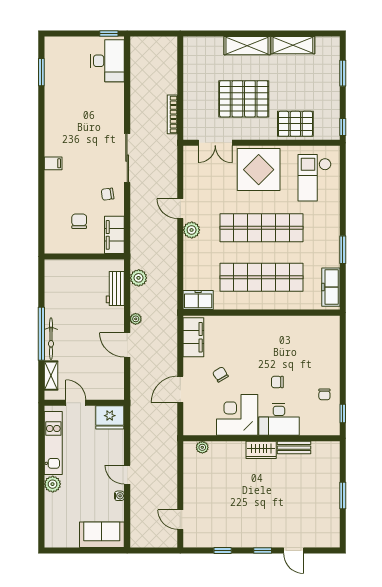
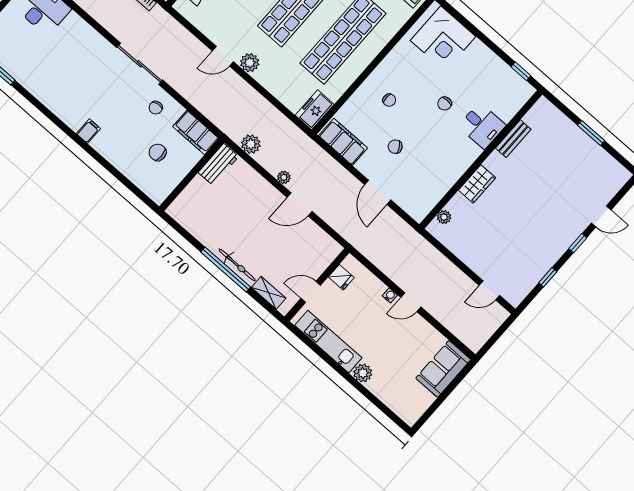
workbench: (115, 288) -> (218, 165), moved, turned -90
chair: (324, 394) -> (389, 100), moved
corner desk: (237, 415) -> (443, 38), moved, turned -90
fridge: (110, 417) -> (341, 277), width x0.53, depth x0.75
desk: (279, 419) -> (482, 126), width x0.73
wardrobe: (261, 450) -> (477, 184), moved
water cooler: (119, 496) -> (390, 295), moved

